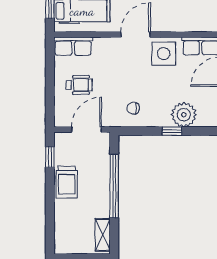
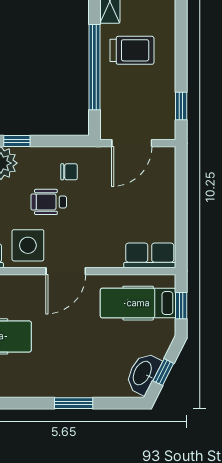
wheelchair: (79, 85) -> (49, 202), moved
trolley: (67, 182) -> (132, 50), moved, turned 90

